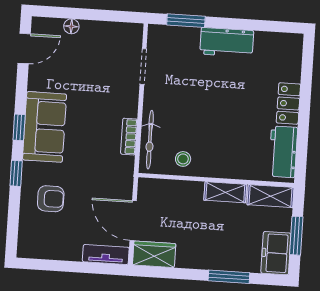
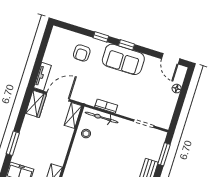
shelving: (225, 192) -> (73, 115), moved

